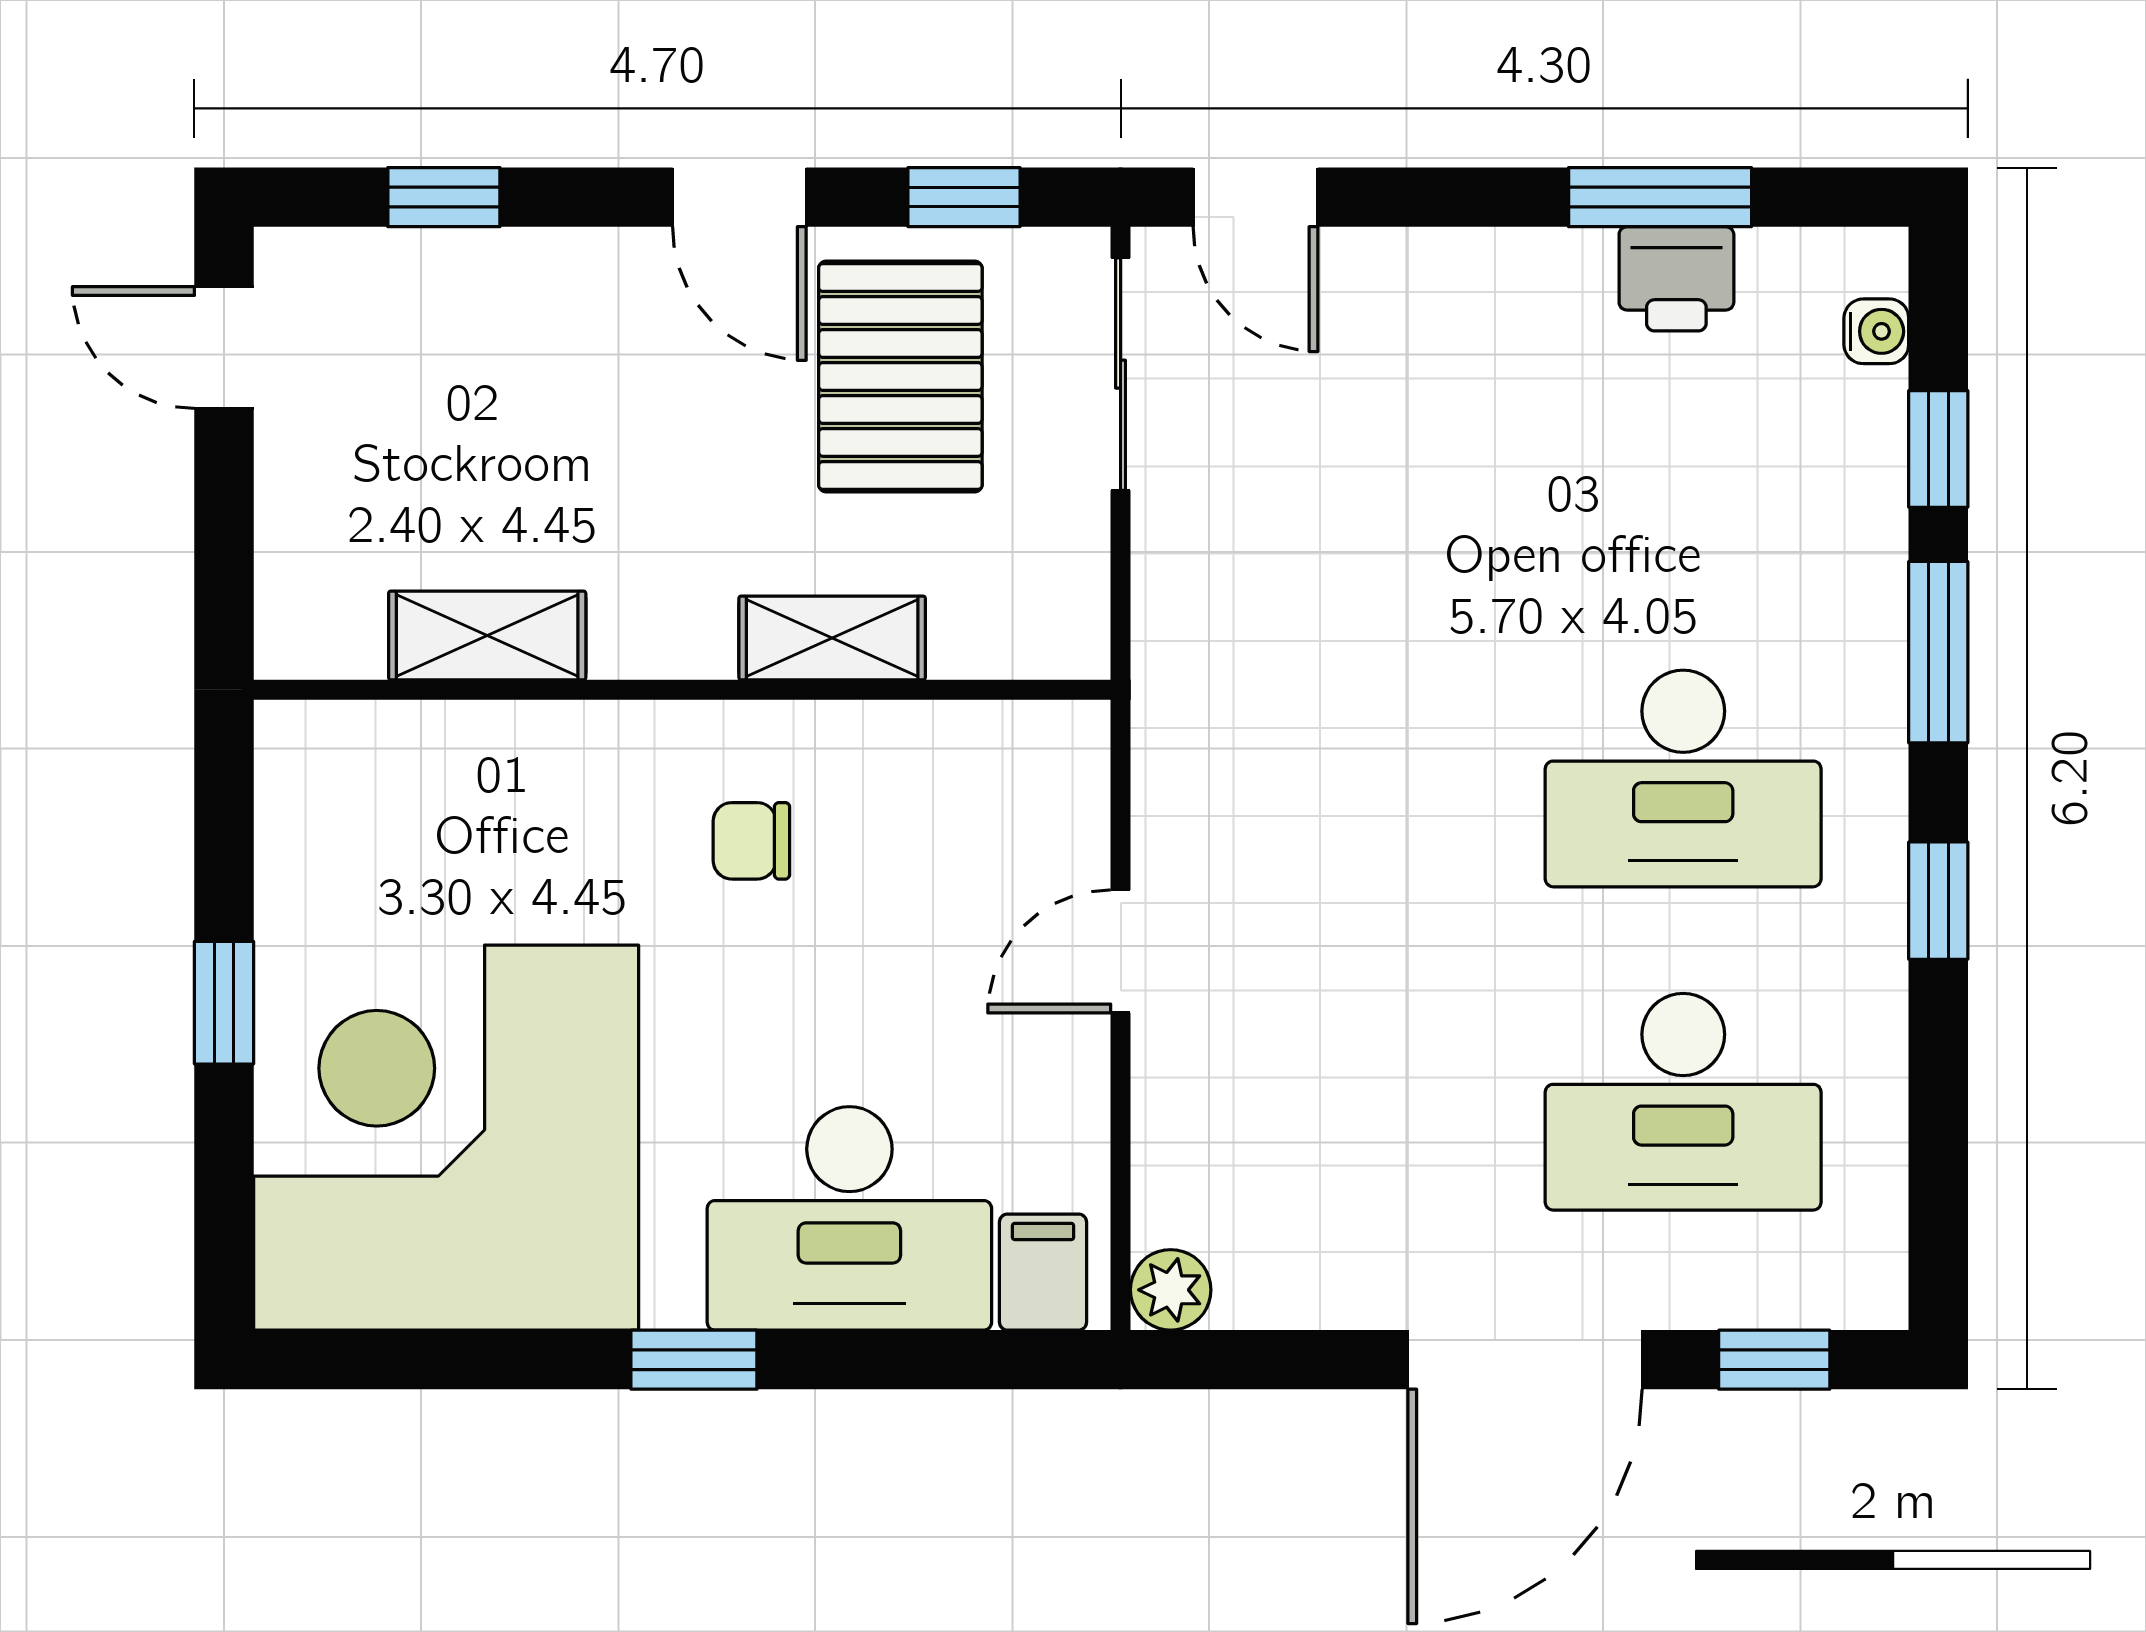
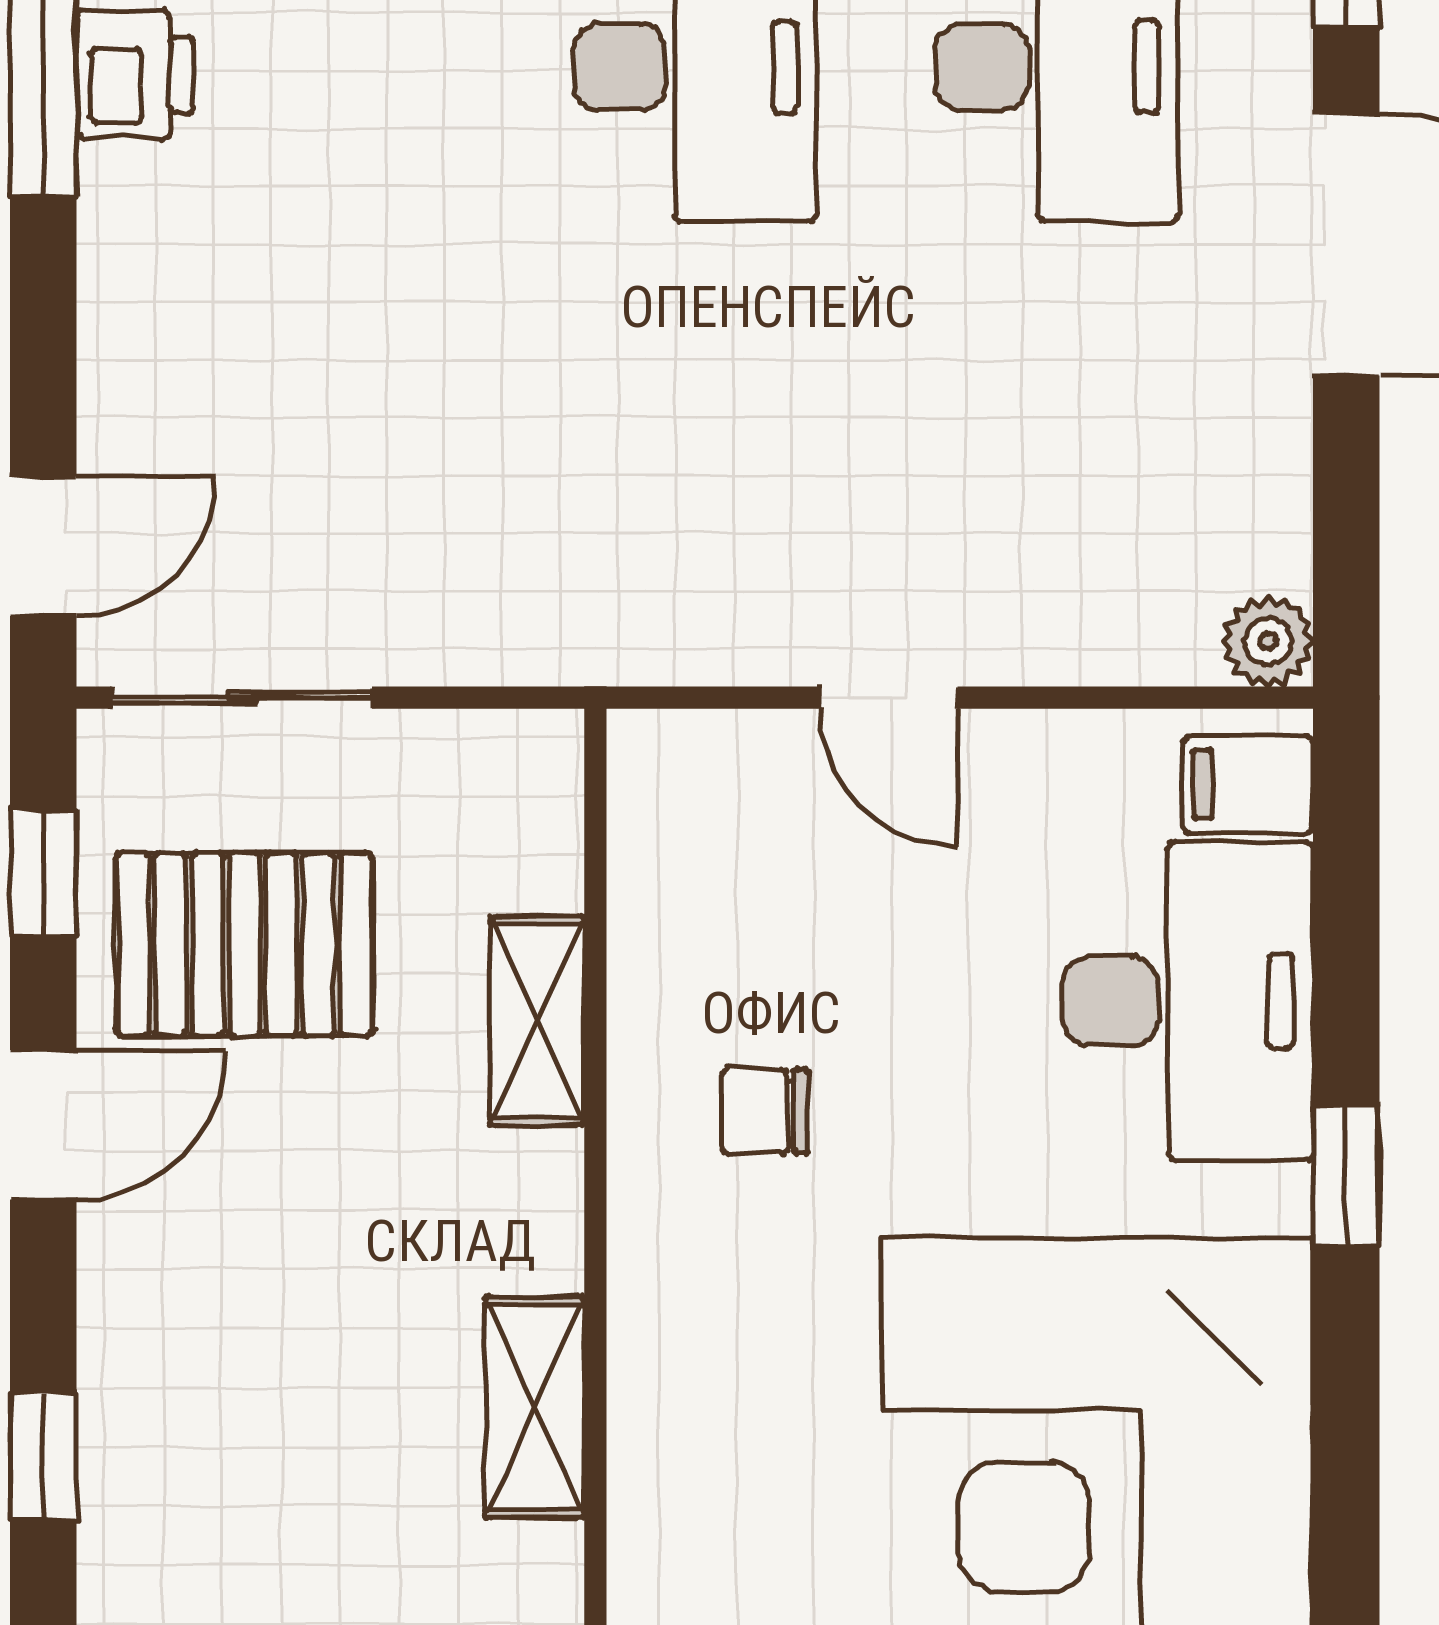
chair: (751, 841) -> (765, 1111), turned 90

